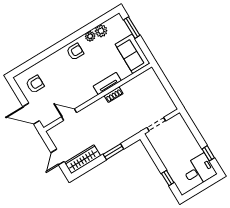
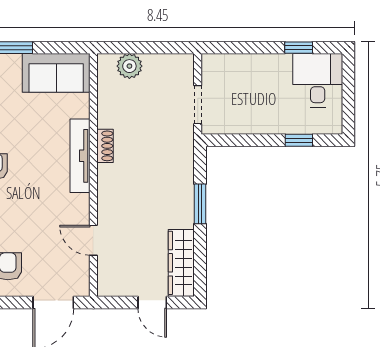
tv unit: (107, 83) -> (80, 156), width x1.41
plant: (155, 84) -> (129, 66), added
door: (69, 115) -> (93, 240), hinge flipped

